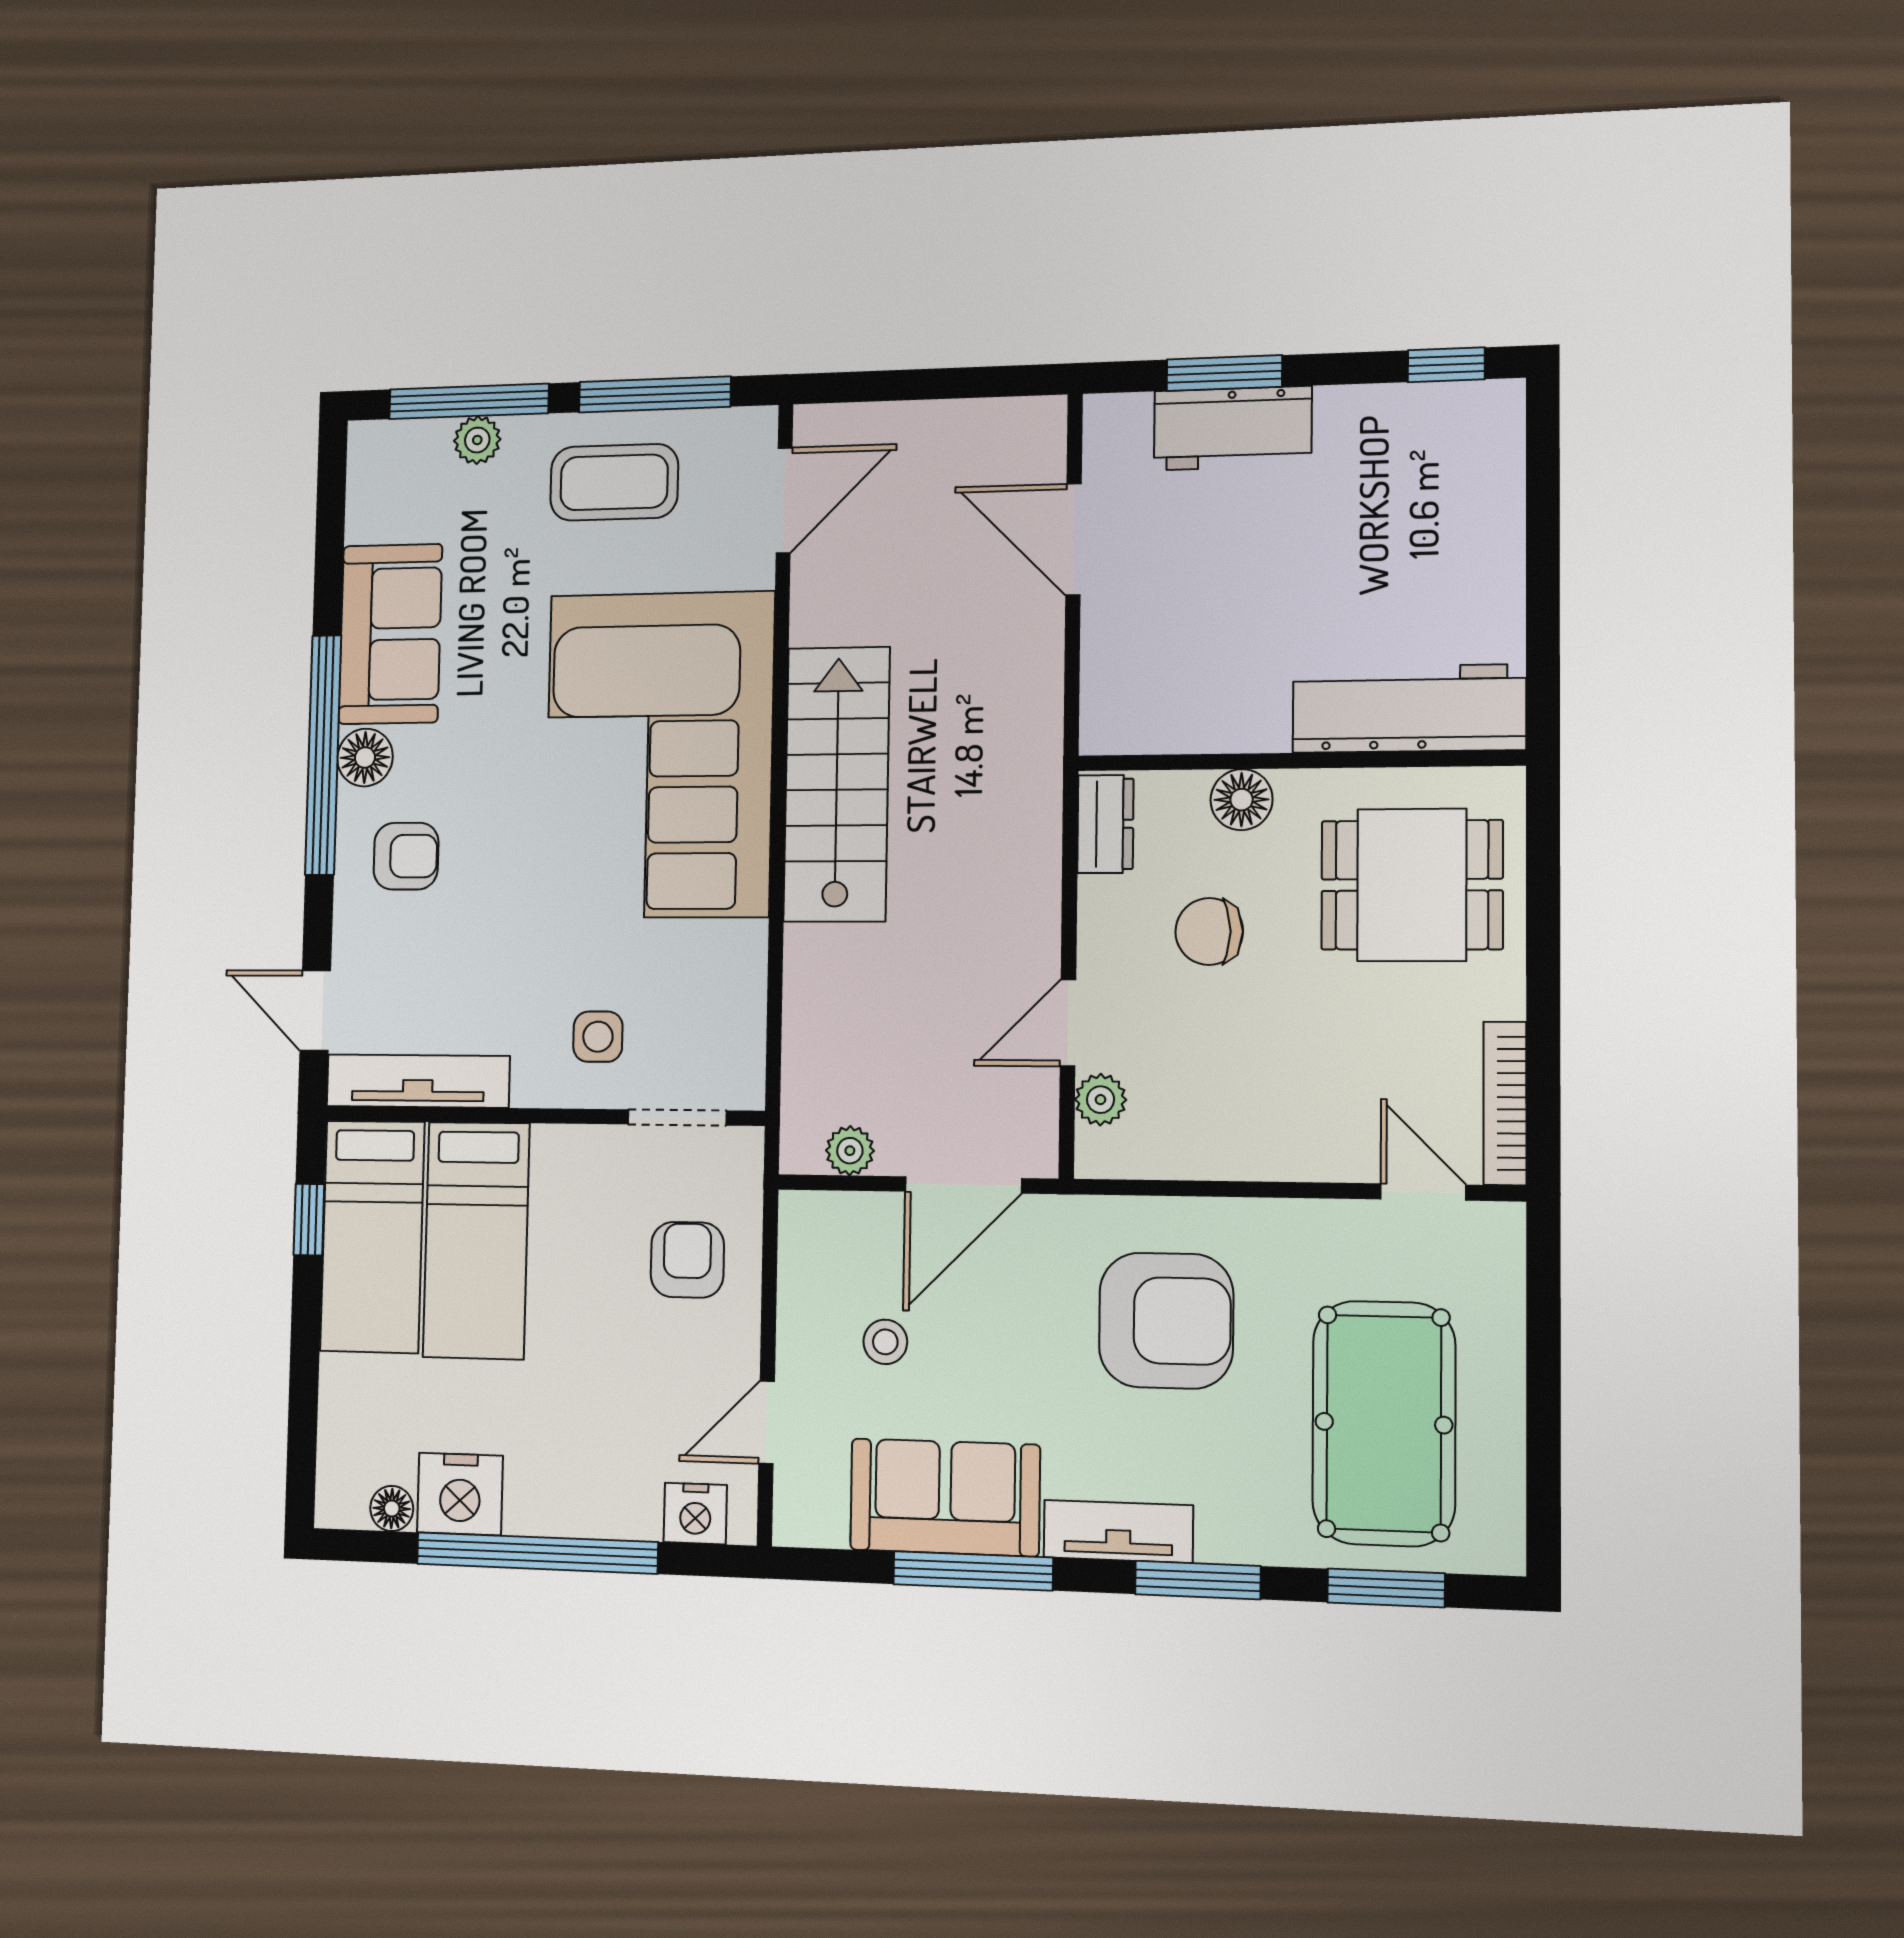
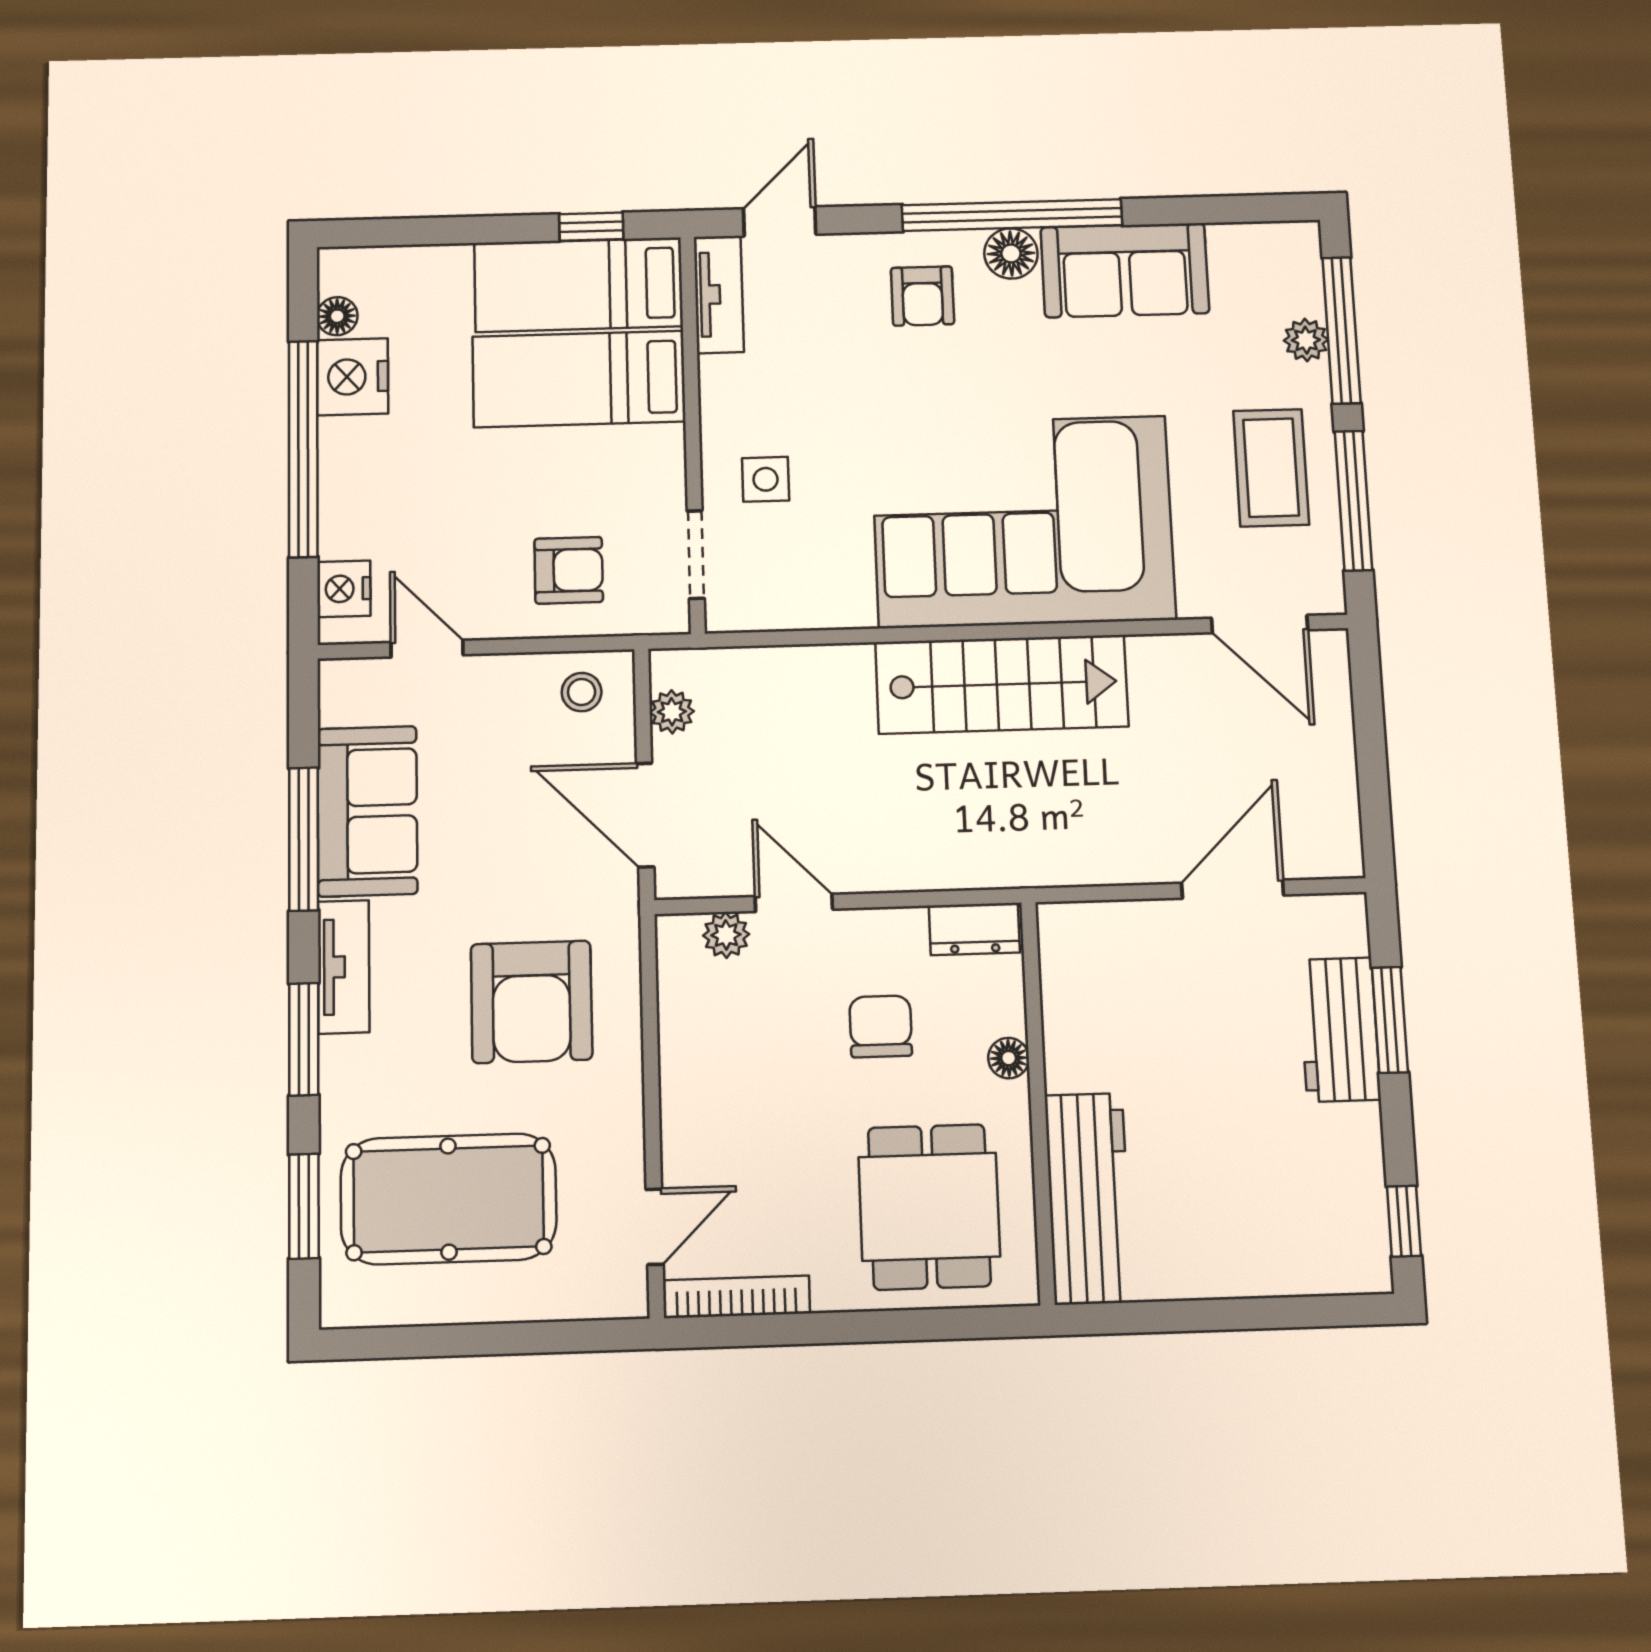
floor lamp: (1242, 800) -> (1009, 1058), width x0.73, depth x0.73
tv unit: (418, 1081) -> (719, 294), width x0.71
stool: (885, 1342) -> (582, 692), moved

